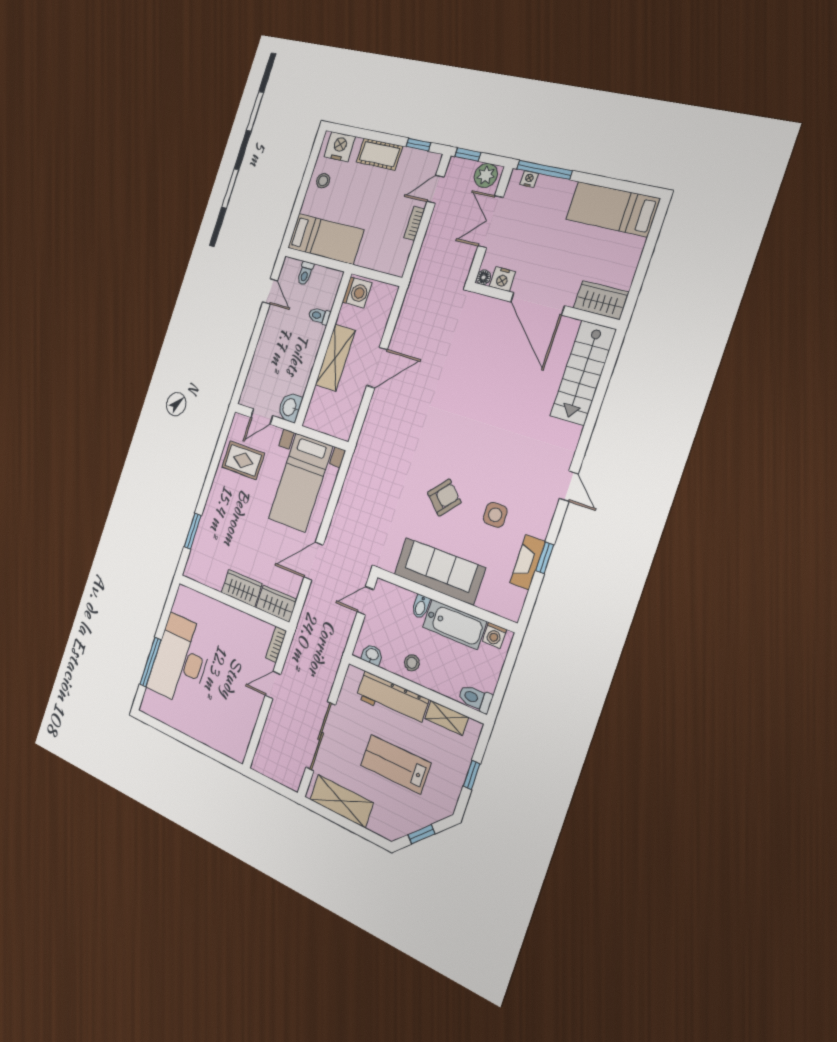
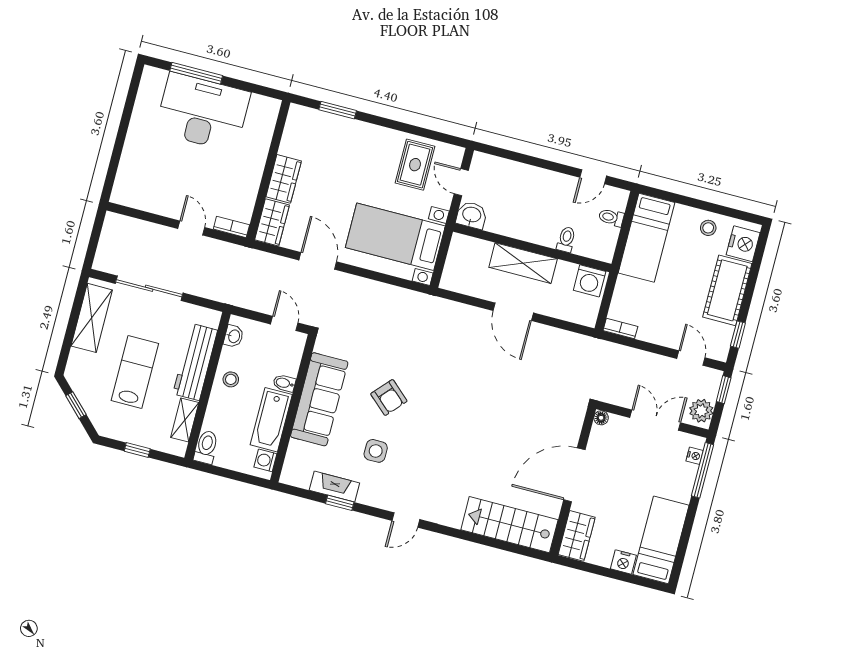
cot: (379, 154) -> (727, 290), width x1.37, depth x1.34
bookcase: (414, 223) -> (620, 329), moved
nightstand: (502, 279) -> (623, 562), moved, turned -90

